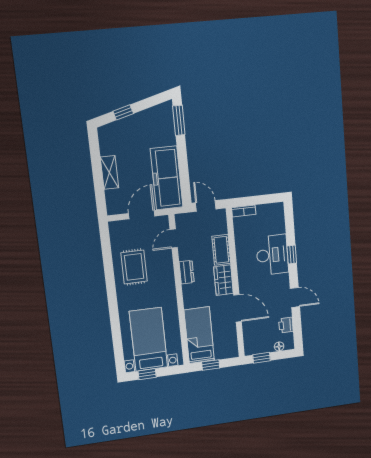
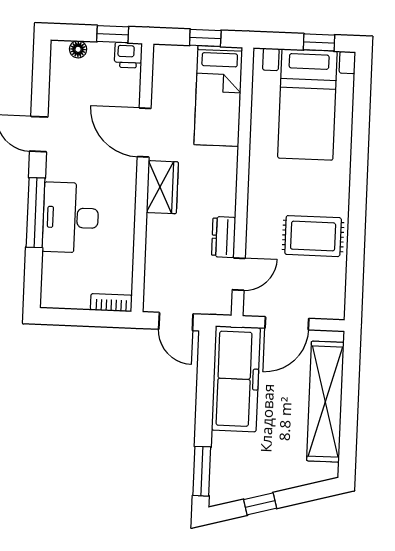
window: (123, 112) -> (260, 504), moved
shelving: (110, 173) -> (325, 402), width x2.20, depth x1.33
cot: (221, 250) -> (159, 241), removed
window: (292, 254) -> (36, 213), width x2.17
rug: (134, 267) -> (313, 236), turned 90
dresser: (187, 272) -> (224, 237), moved
printer: (286, 325) -> (128, 55), moved, turned 90

